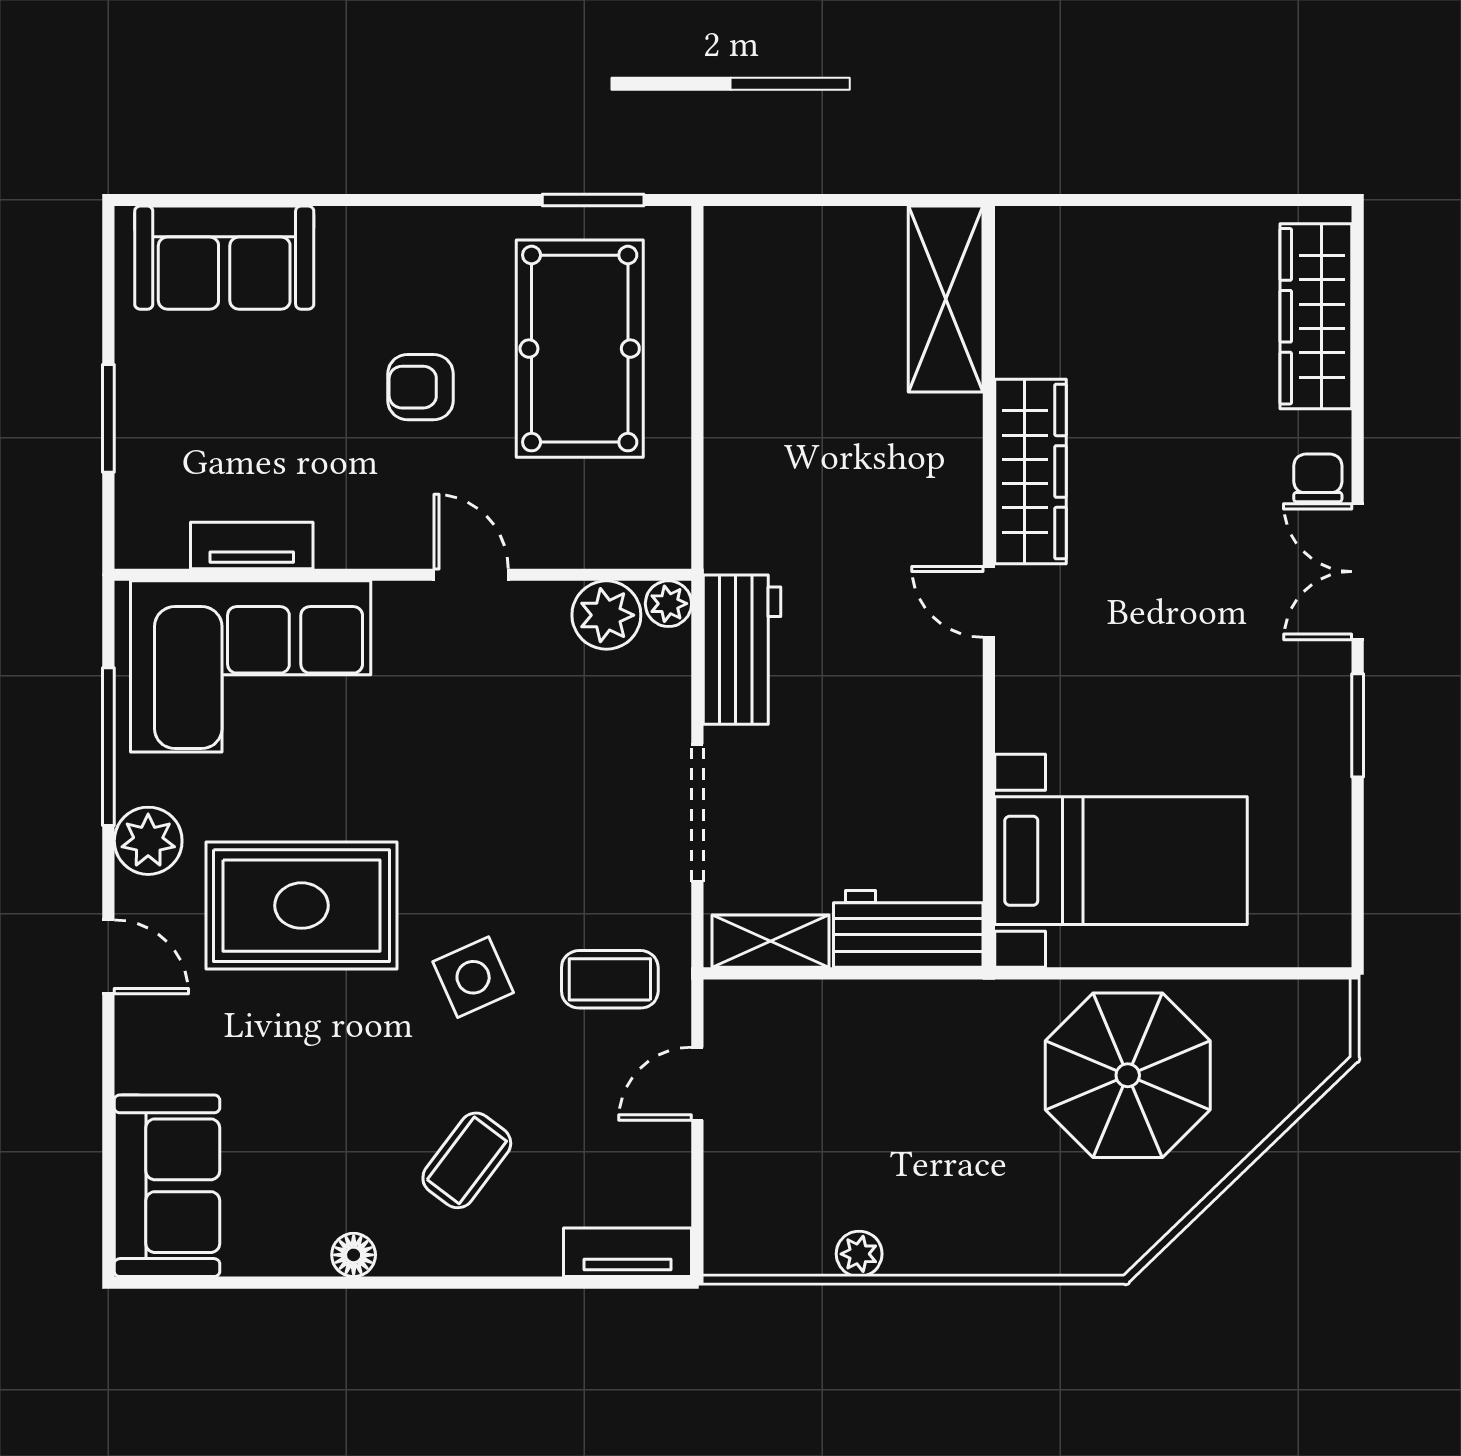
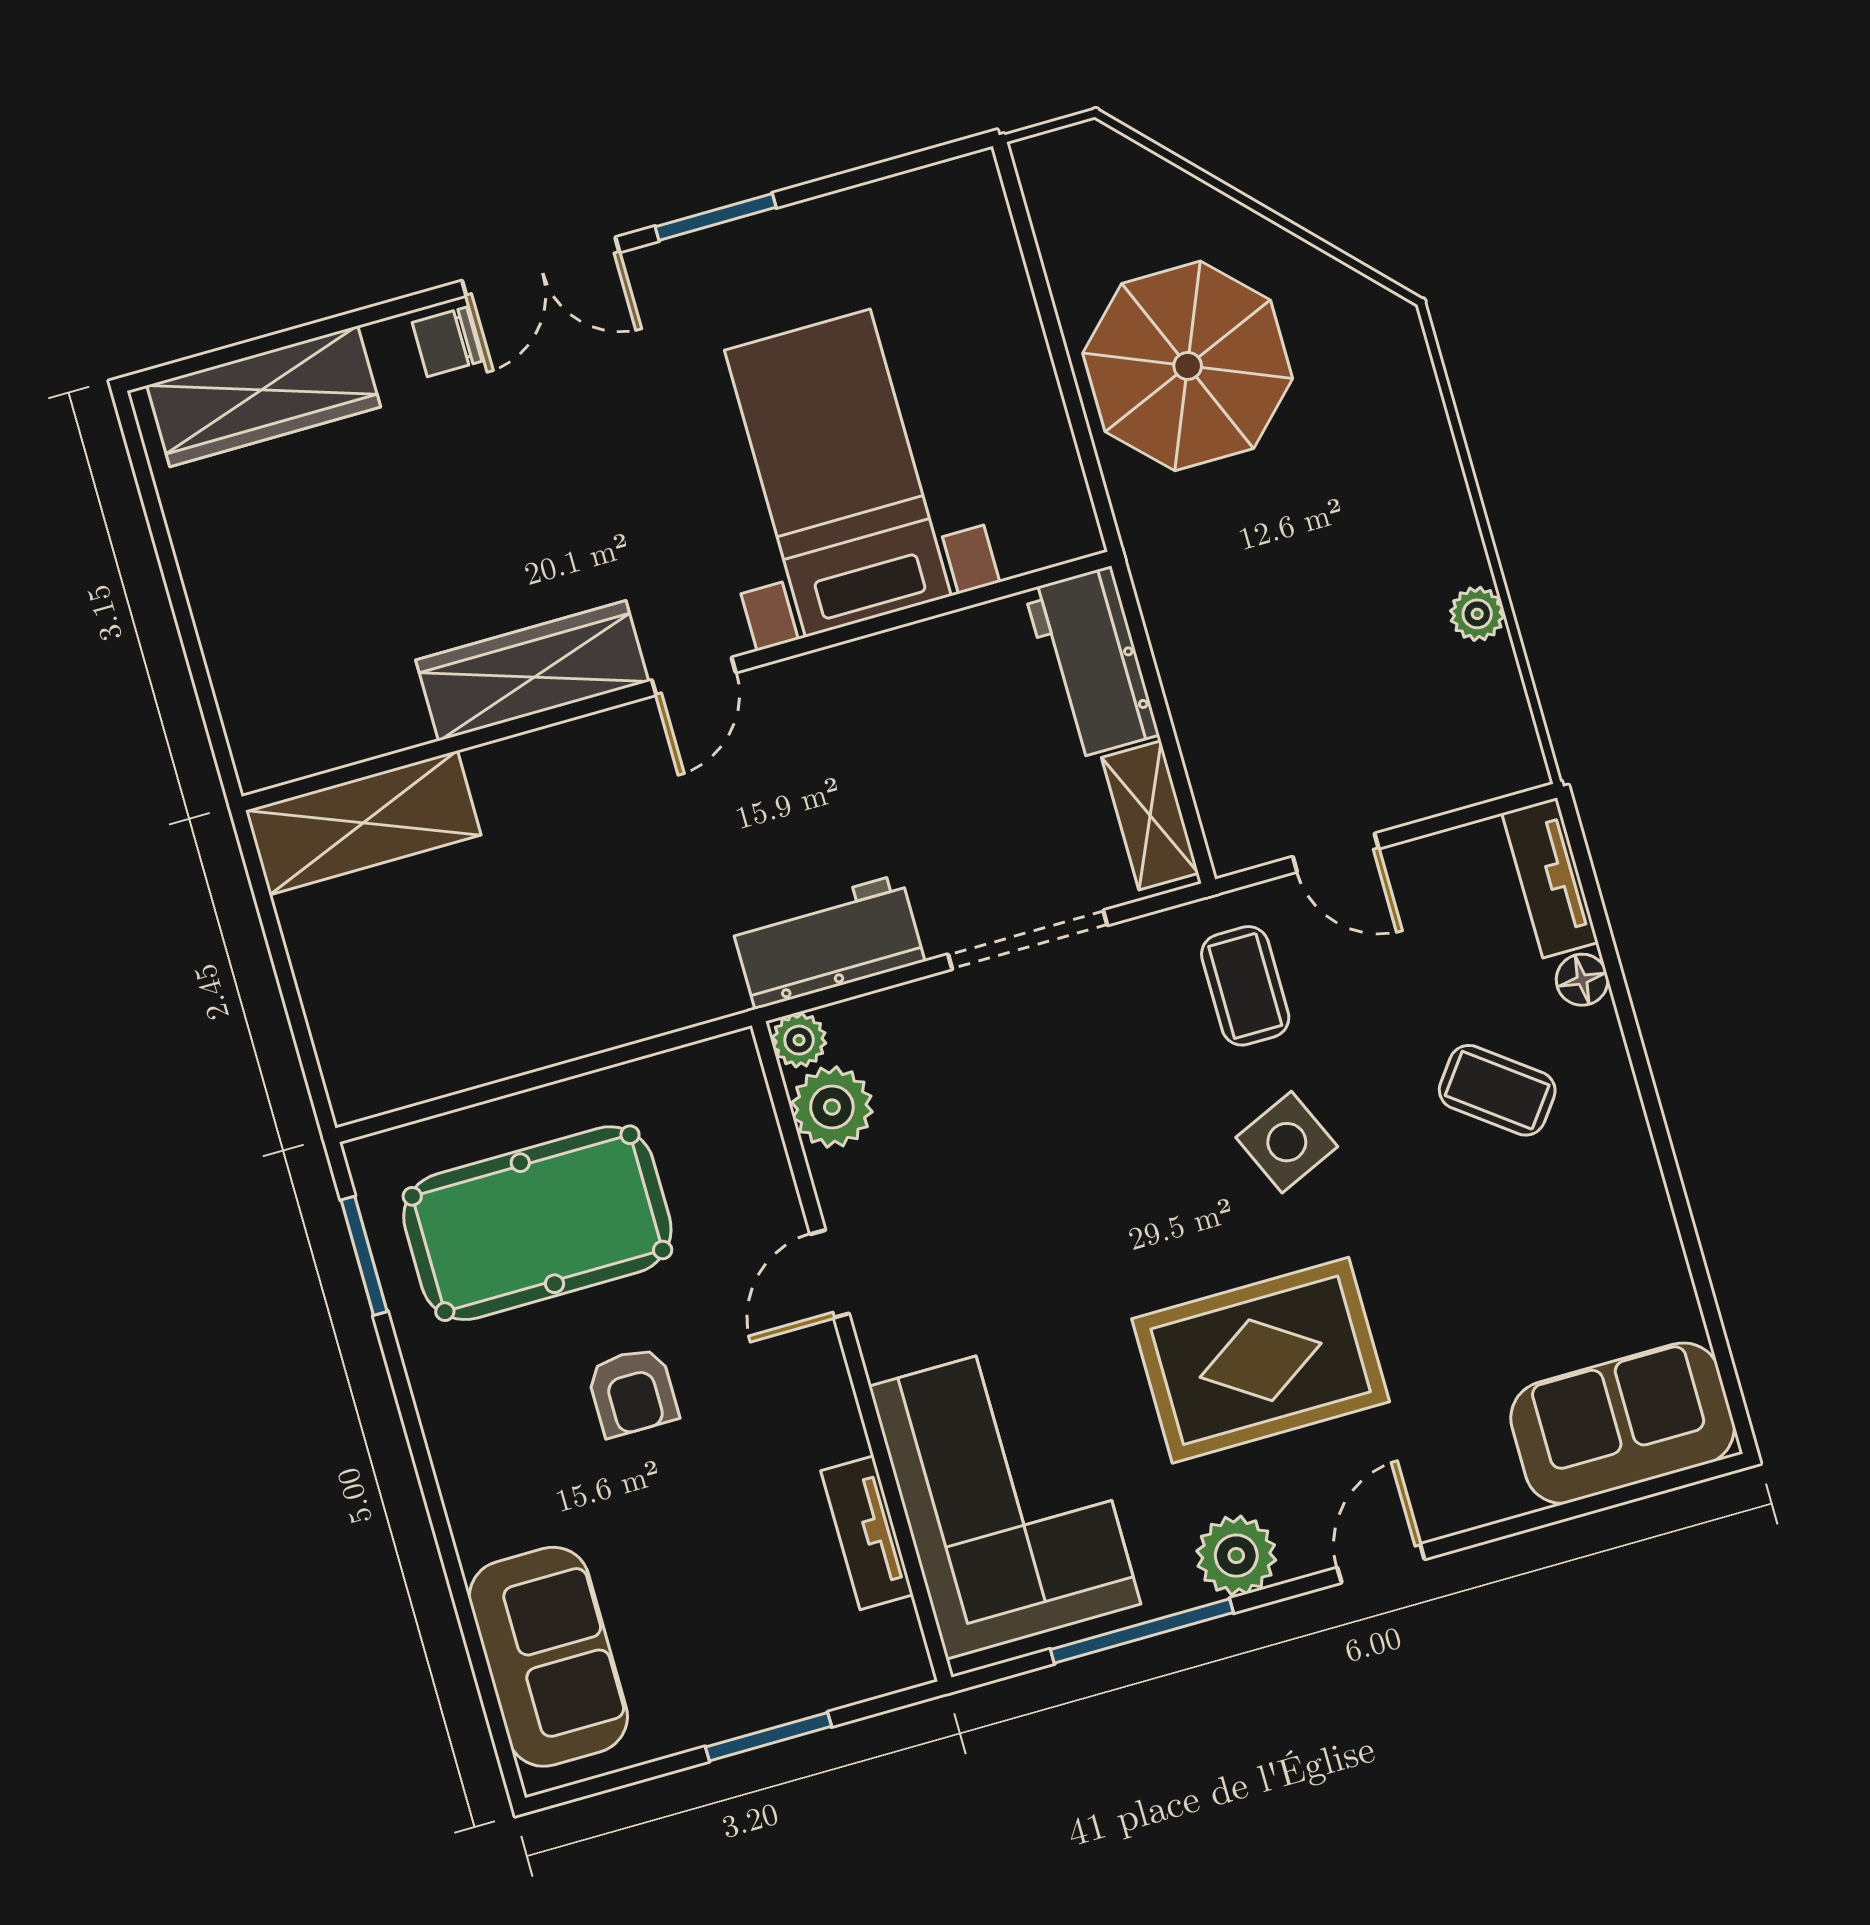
bed with nightstands: (1121, 861) -> (838, 473), moved
rug: (302, 906) -> (1261, 1360), turned 90
floor lamp: (354, 1255) -> (1582, 980), moved

